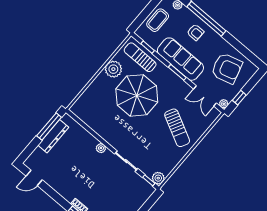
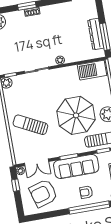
double door: (205, 96) -> (37, 162), swing flipped
barbecue: (87, 114) -> (92, 70), added

